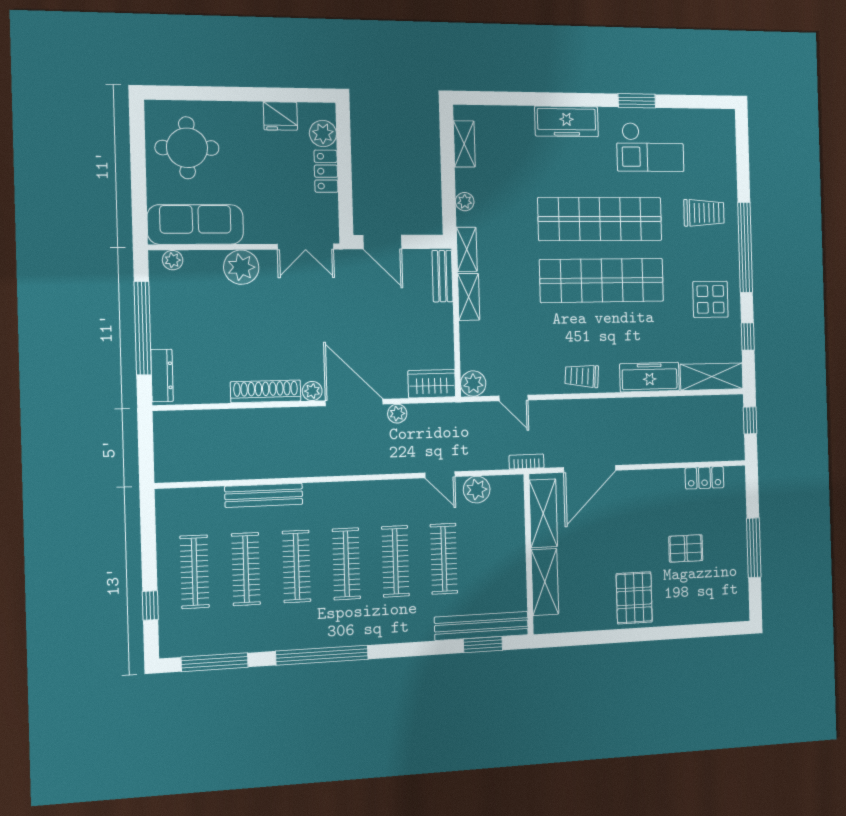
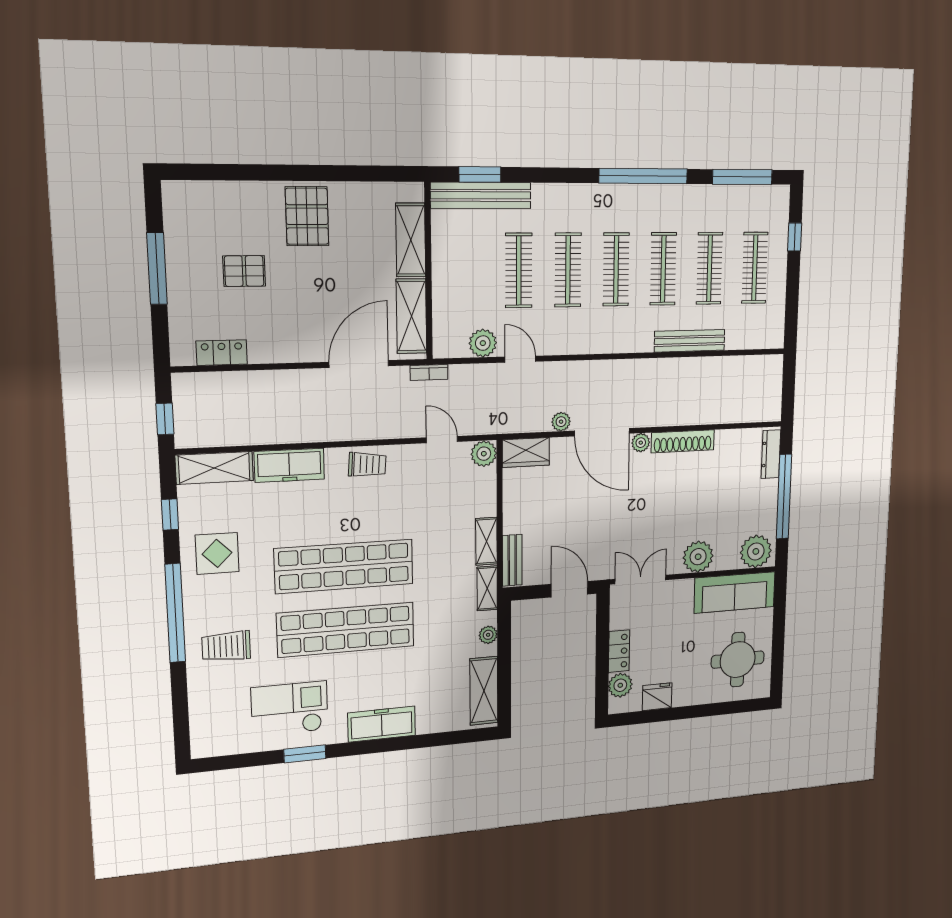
shelving: (464, 144) -> (484, 691), width x1.50, depth x1.33
plant: (173, 260) -> (756, 551), width x1.87, depth x1.87

